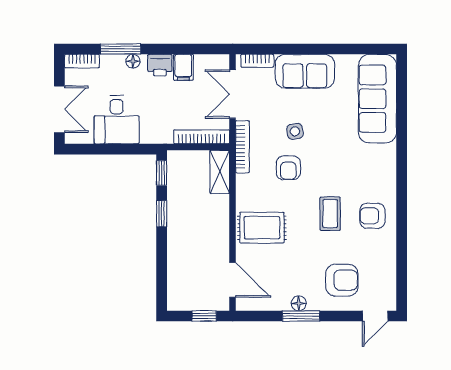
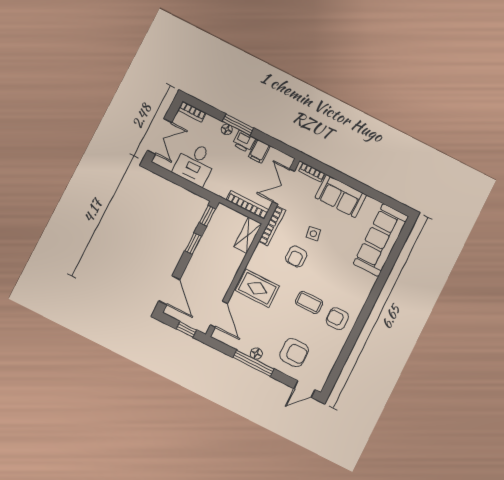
window: (121, 49) -> (238, 125), moved
coffee table: (330, 214) -> (309, 302), turned 90
door: (162, 281) -> (169, 290), added
window: (301, 316) -> (253, 363), width x1.44

